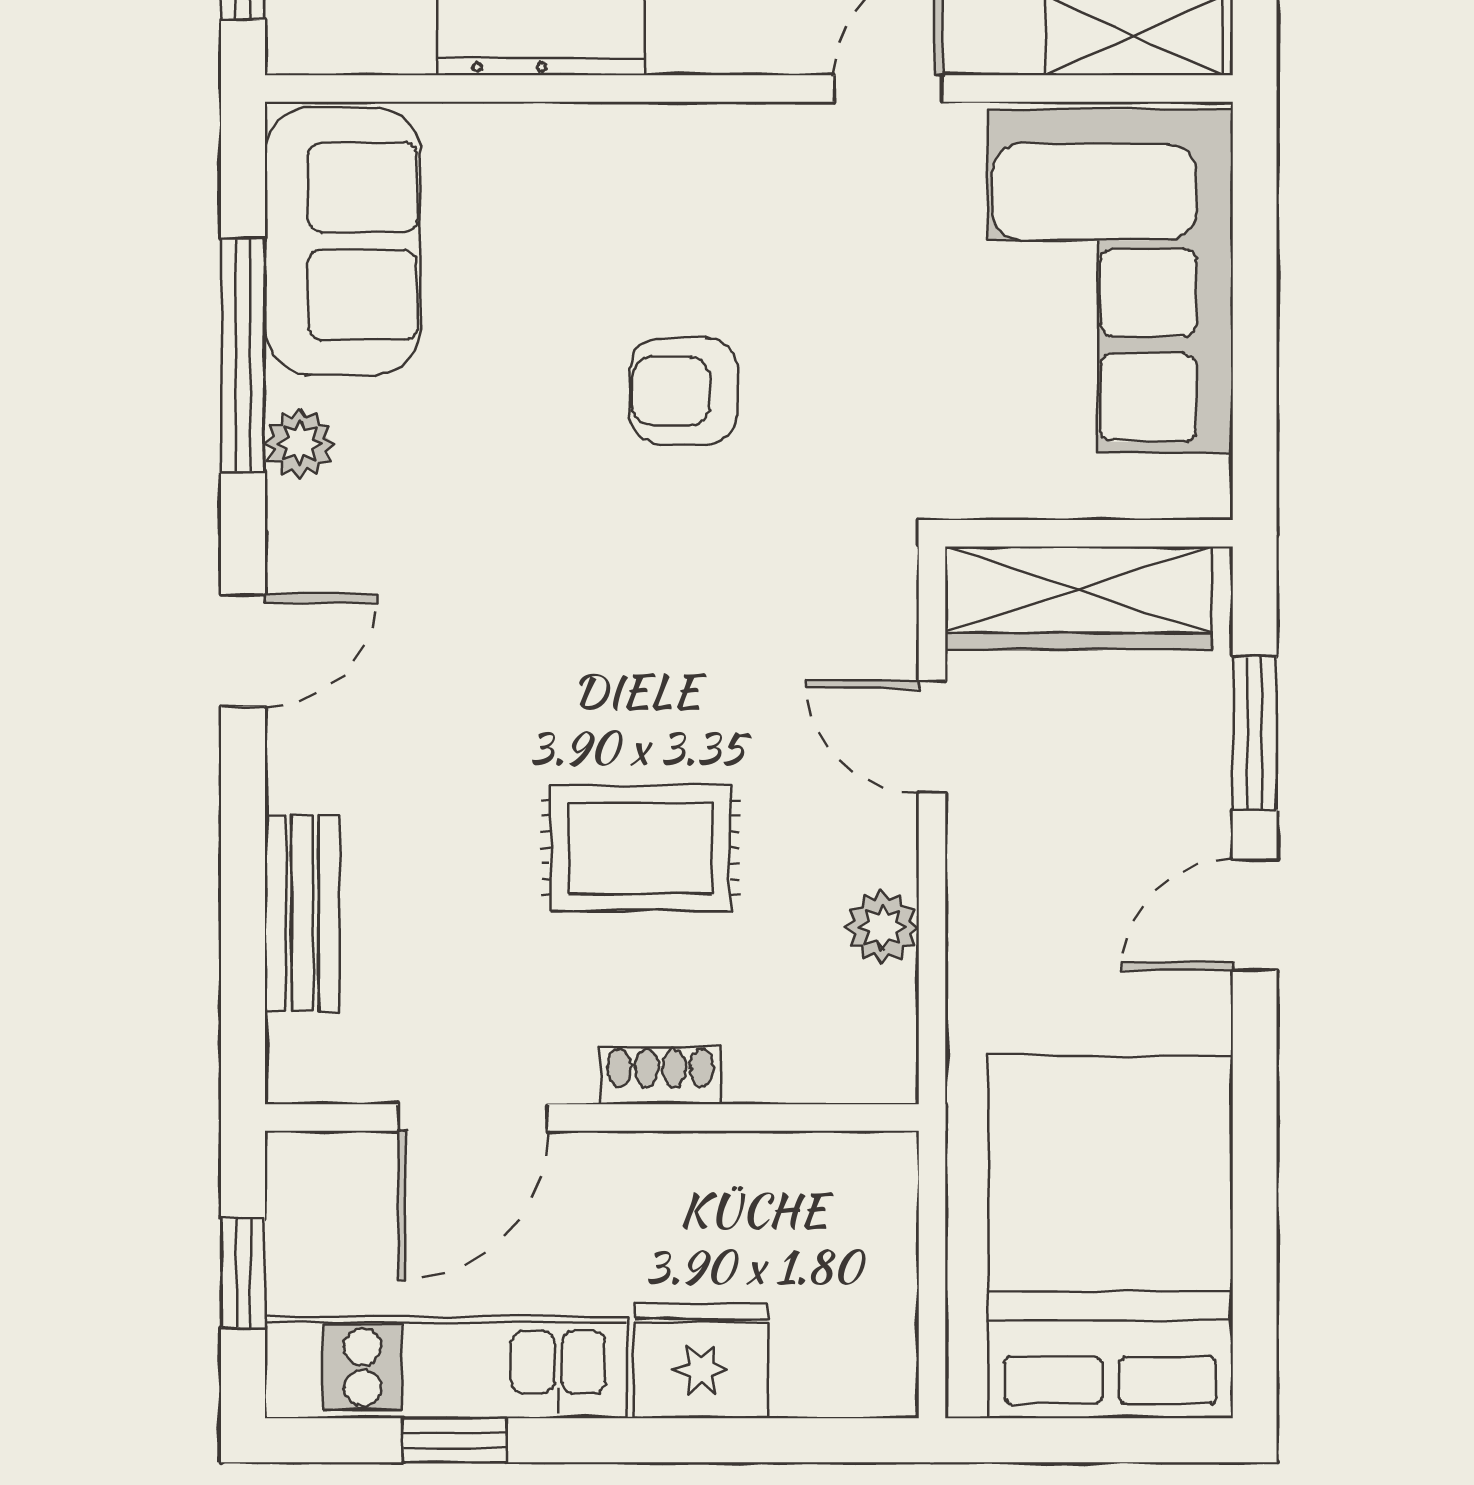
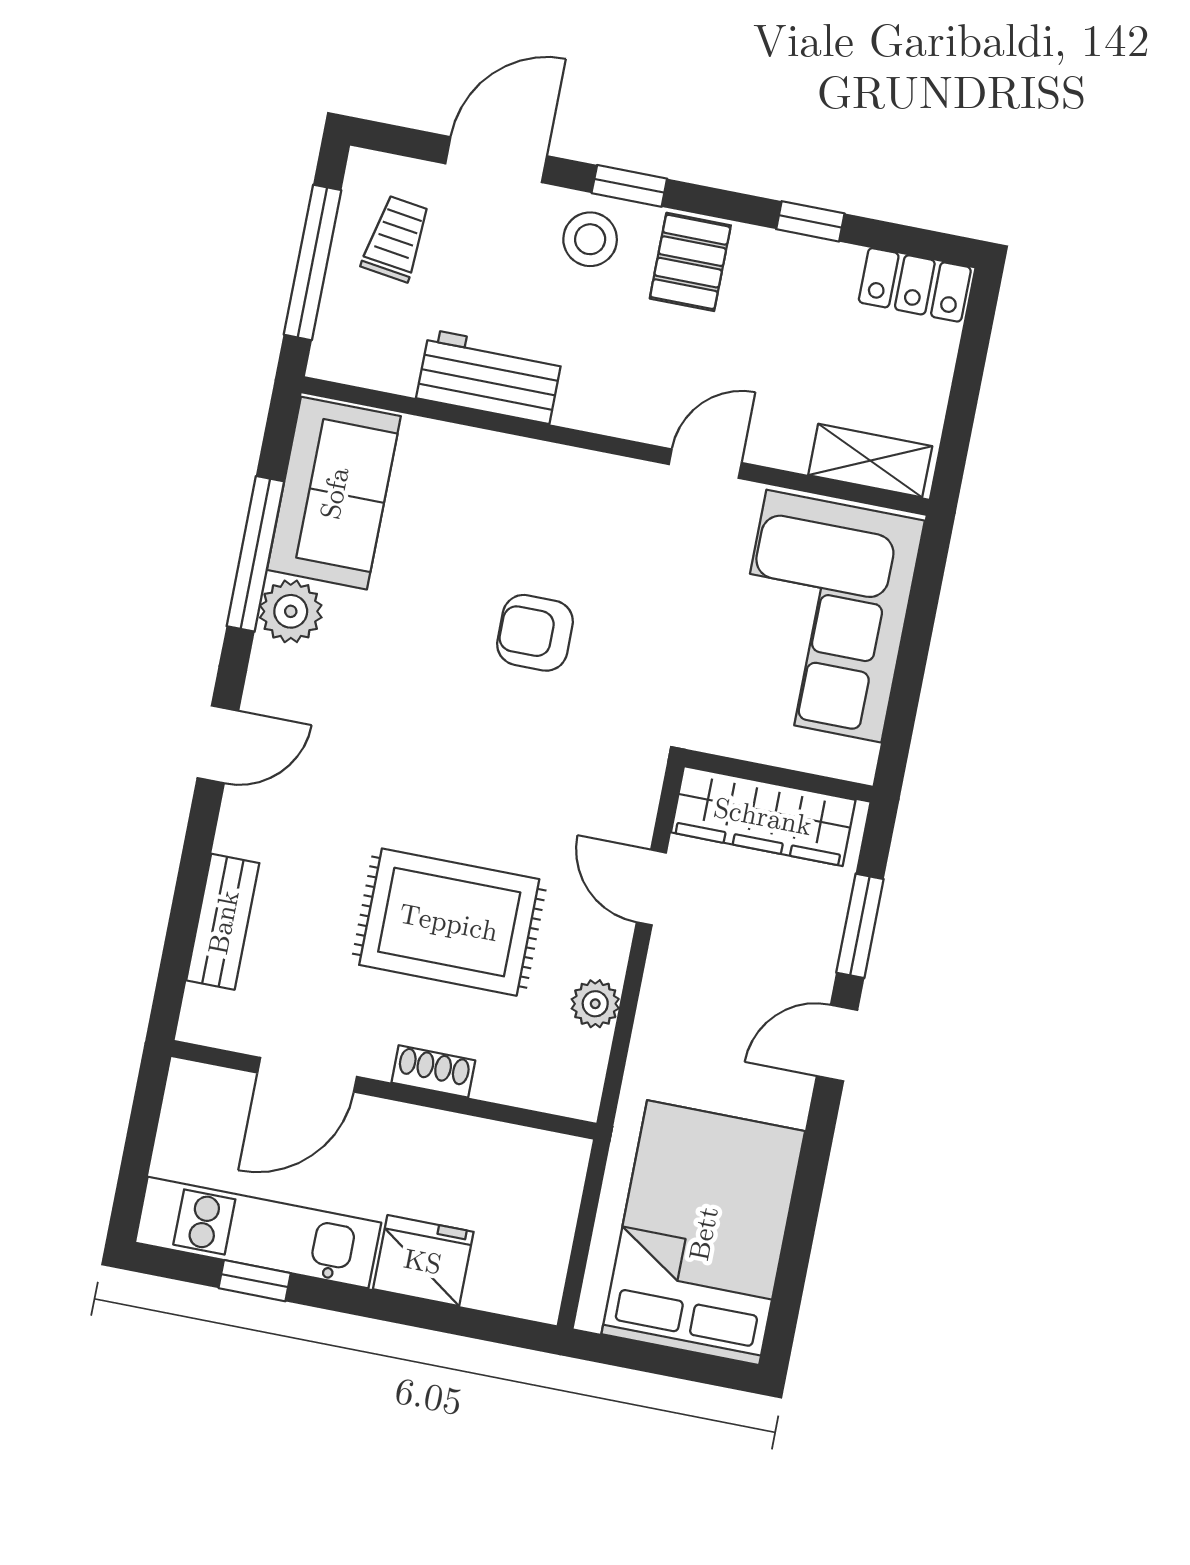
plant: (300, 444) -> (291, 611), width x1.38, depth x1.38
rug: (640, 848) -> (449, 922), width x1.36, depth x1.43
window: (243, 1273) -> (139, 1146), removed

